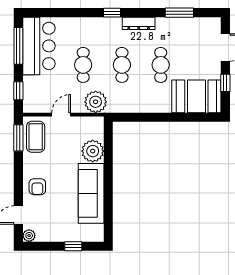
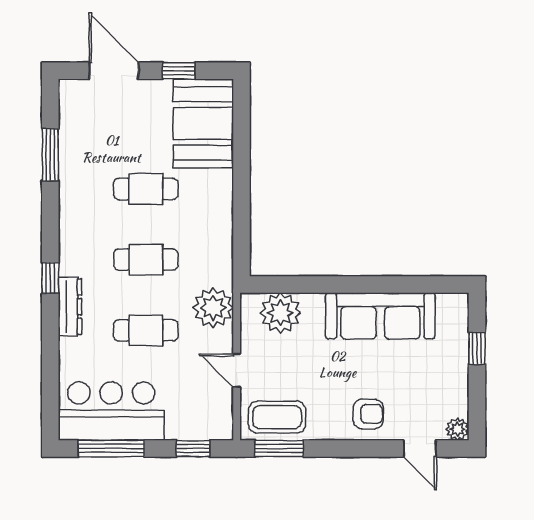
dresser: (139, 23) -> (70, 307), moved
plant: (93, 151) -> (280, 313), moved

